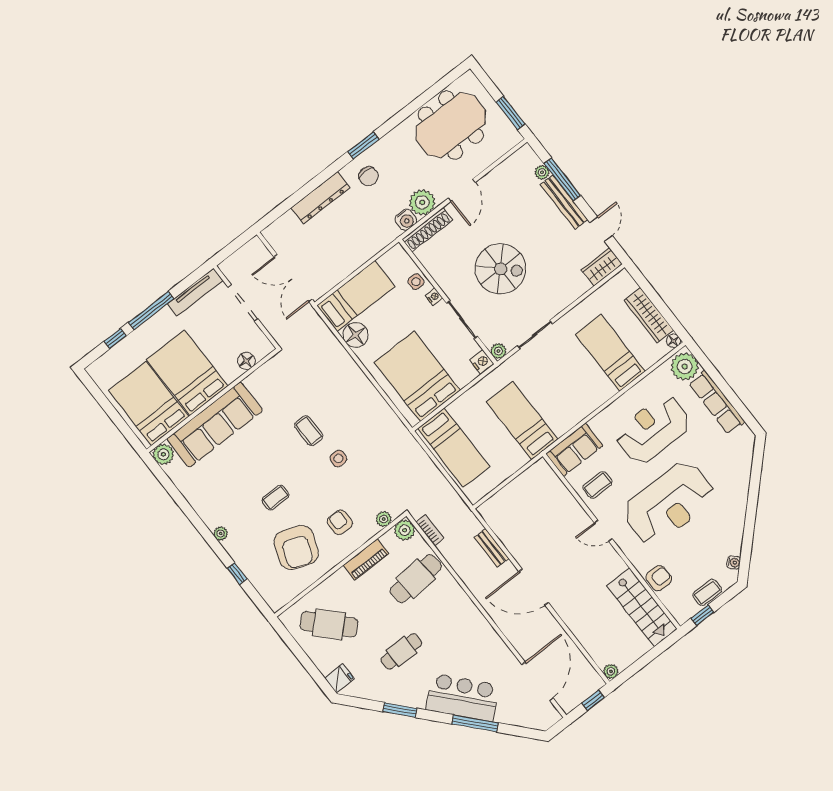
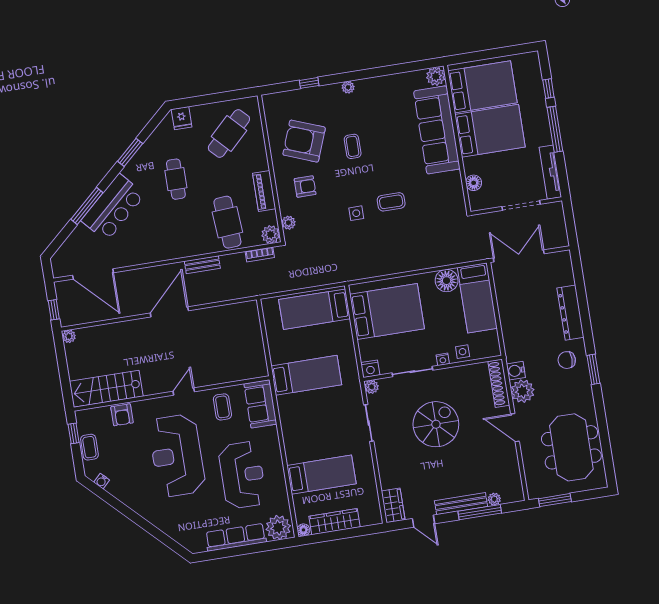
spiral stairs: (500, 269) -> (436, 424), turned 180
bench: (492, 548) -> (202, 265), moved

